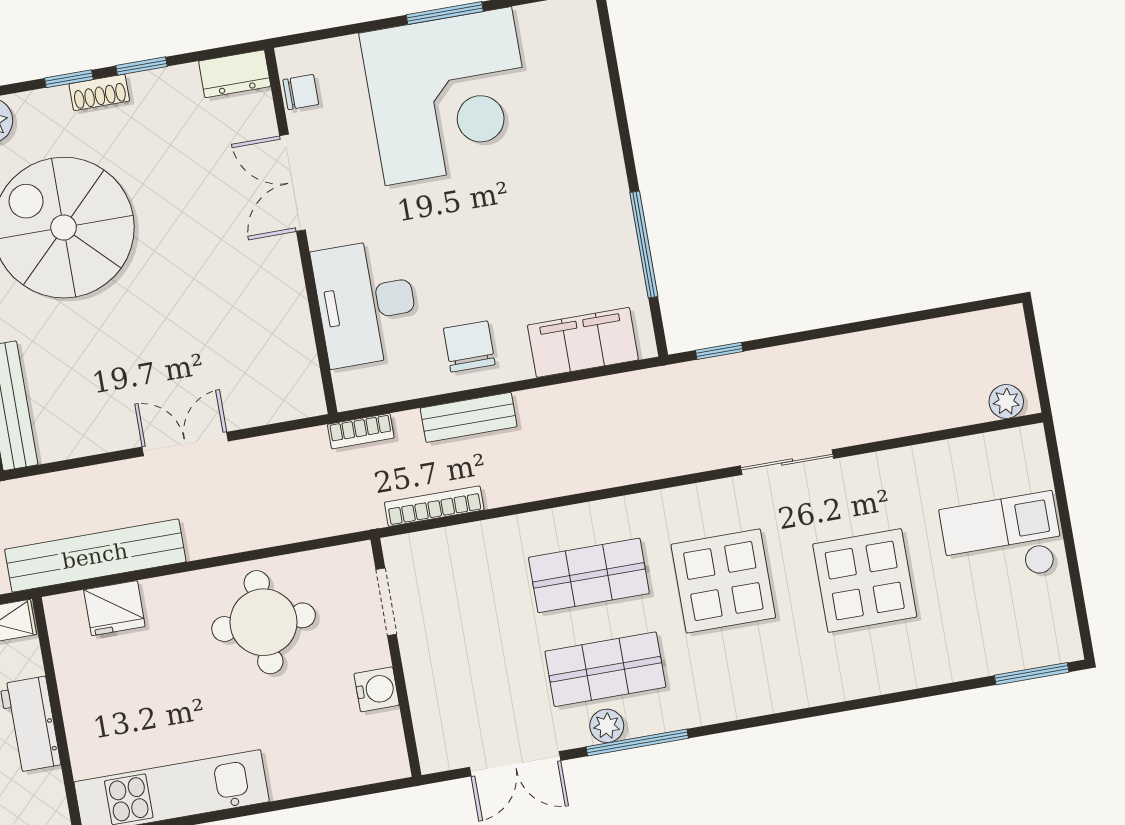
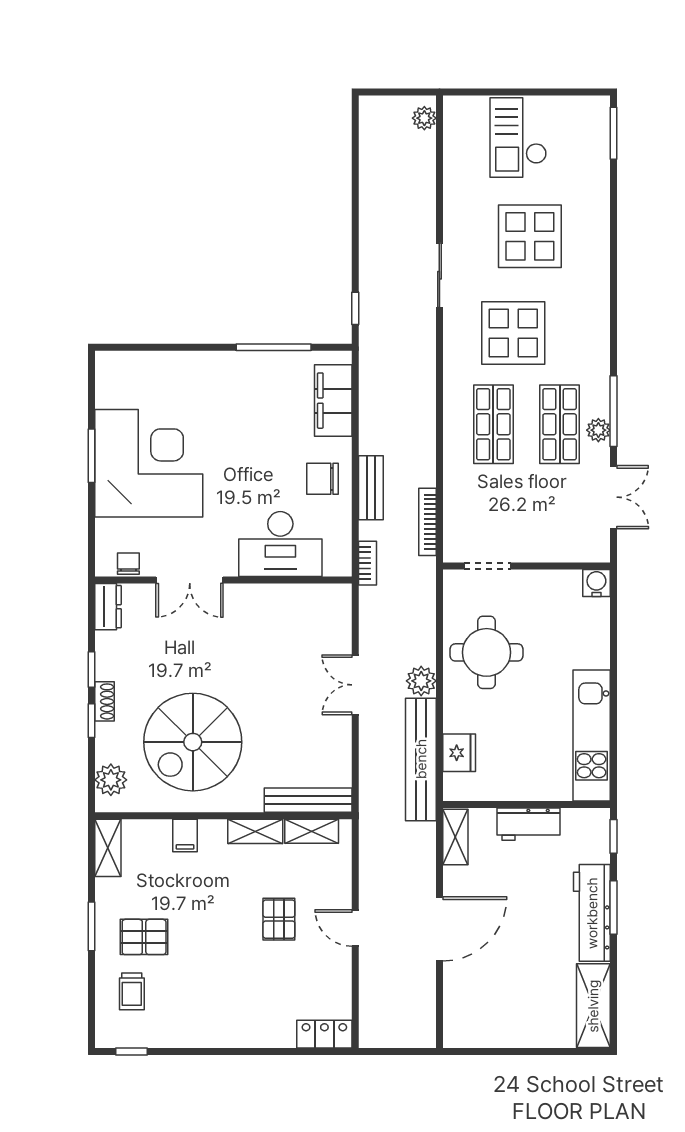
plant: (207, 537) -> (421, 681), added
water cooler: (377, 689) -> (596, 583), moved

